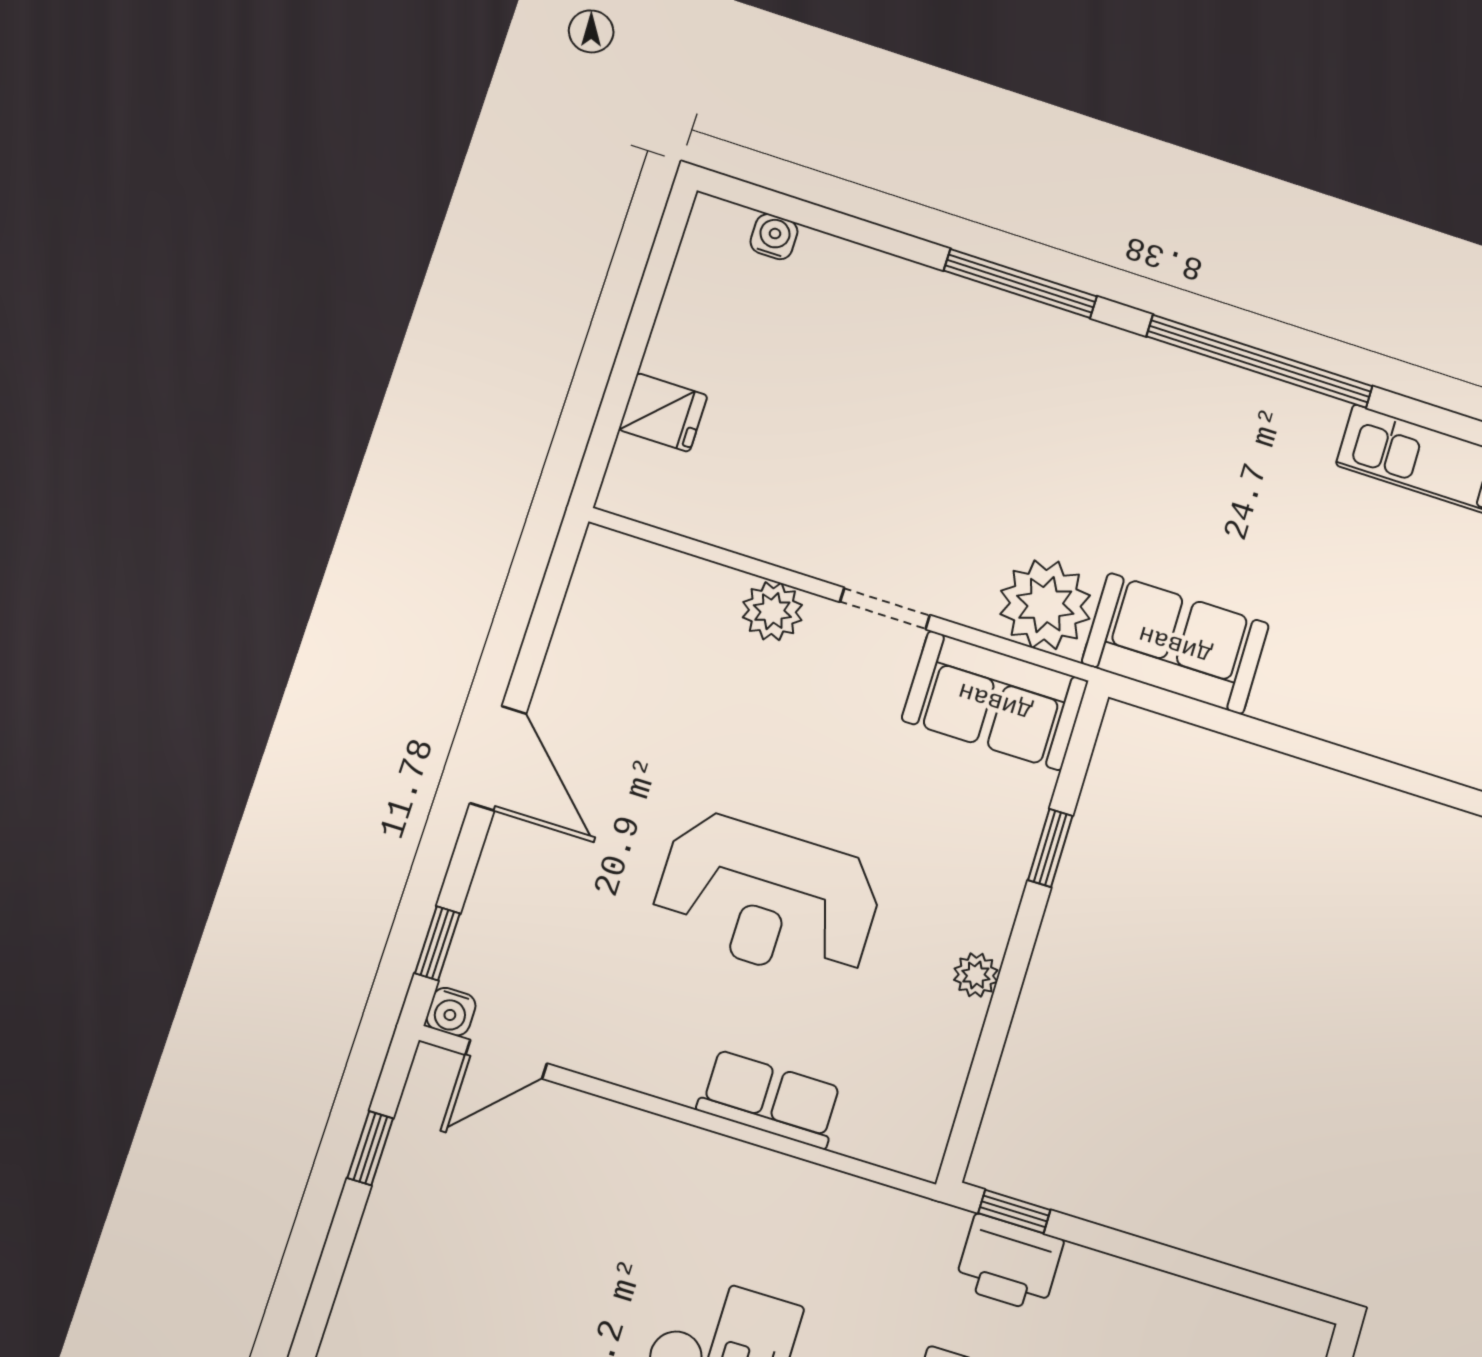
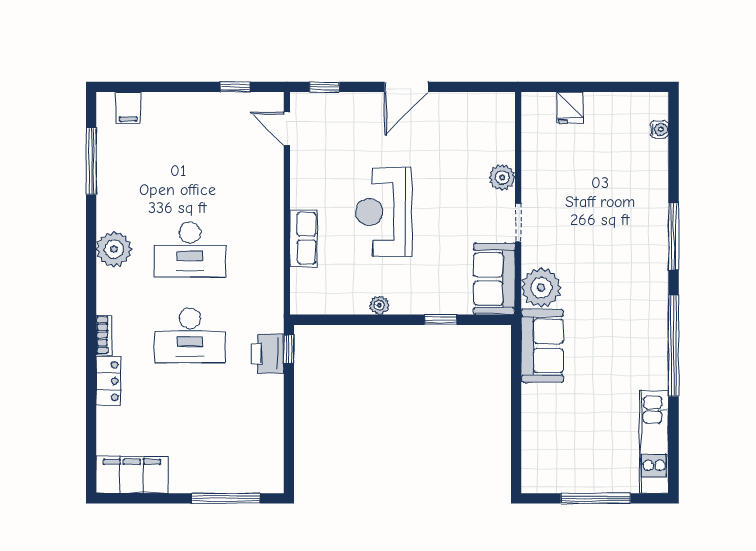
water cooler: (451, 1012) -> (299, 101), removed

